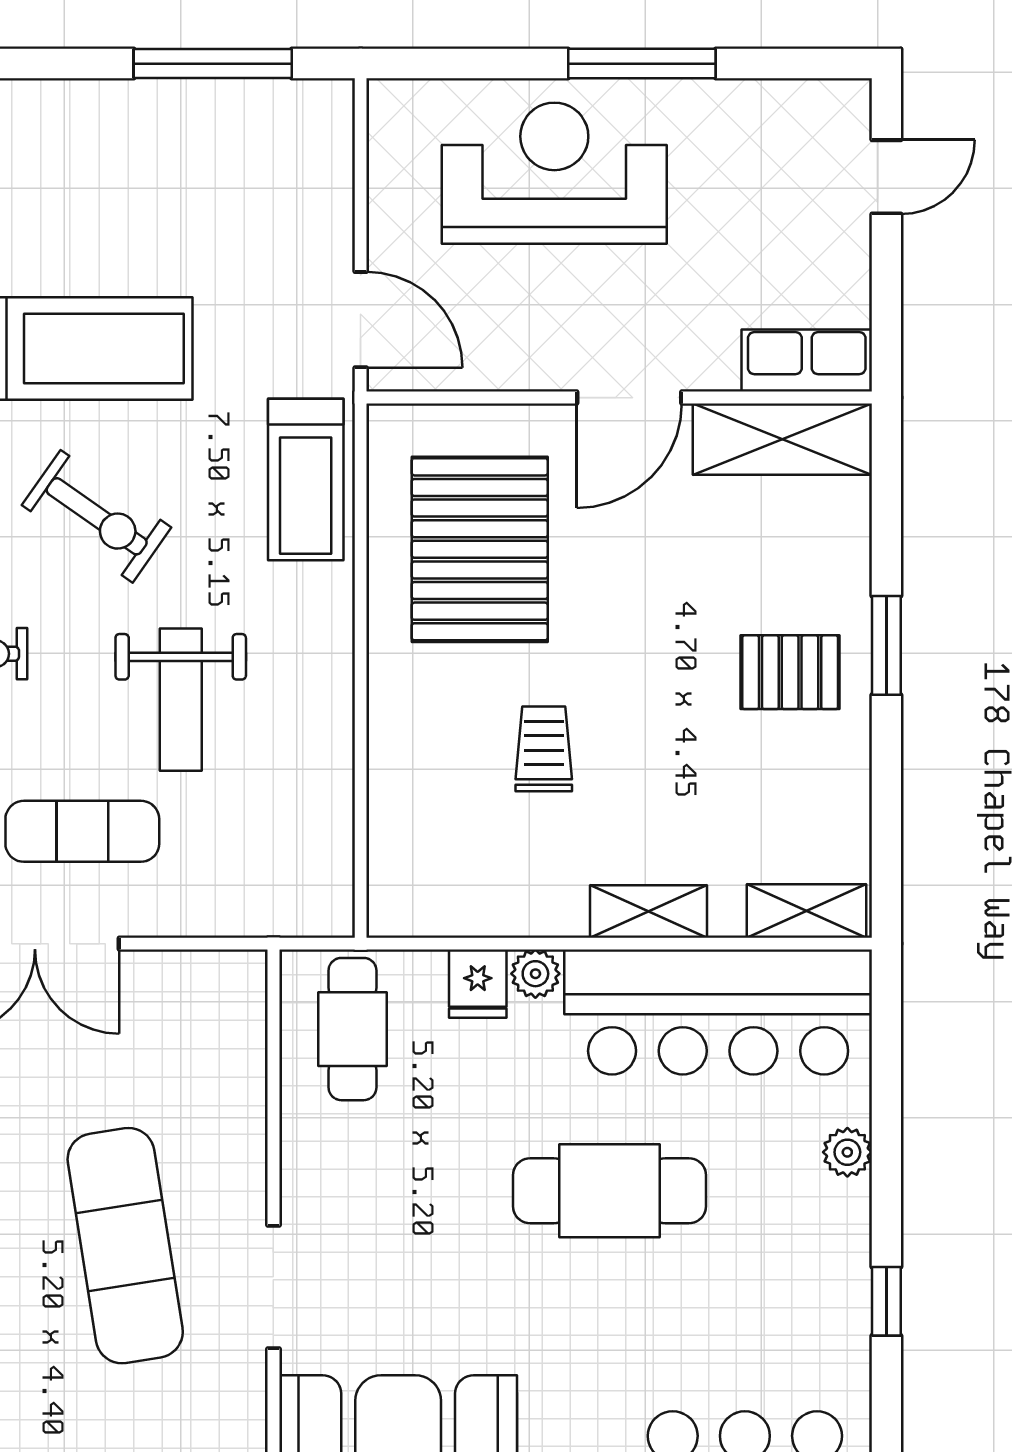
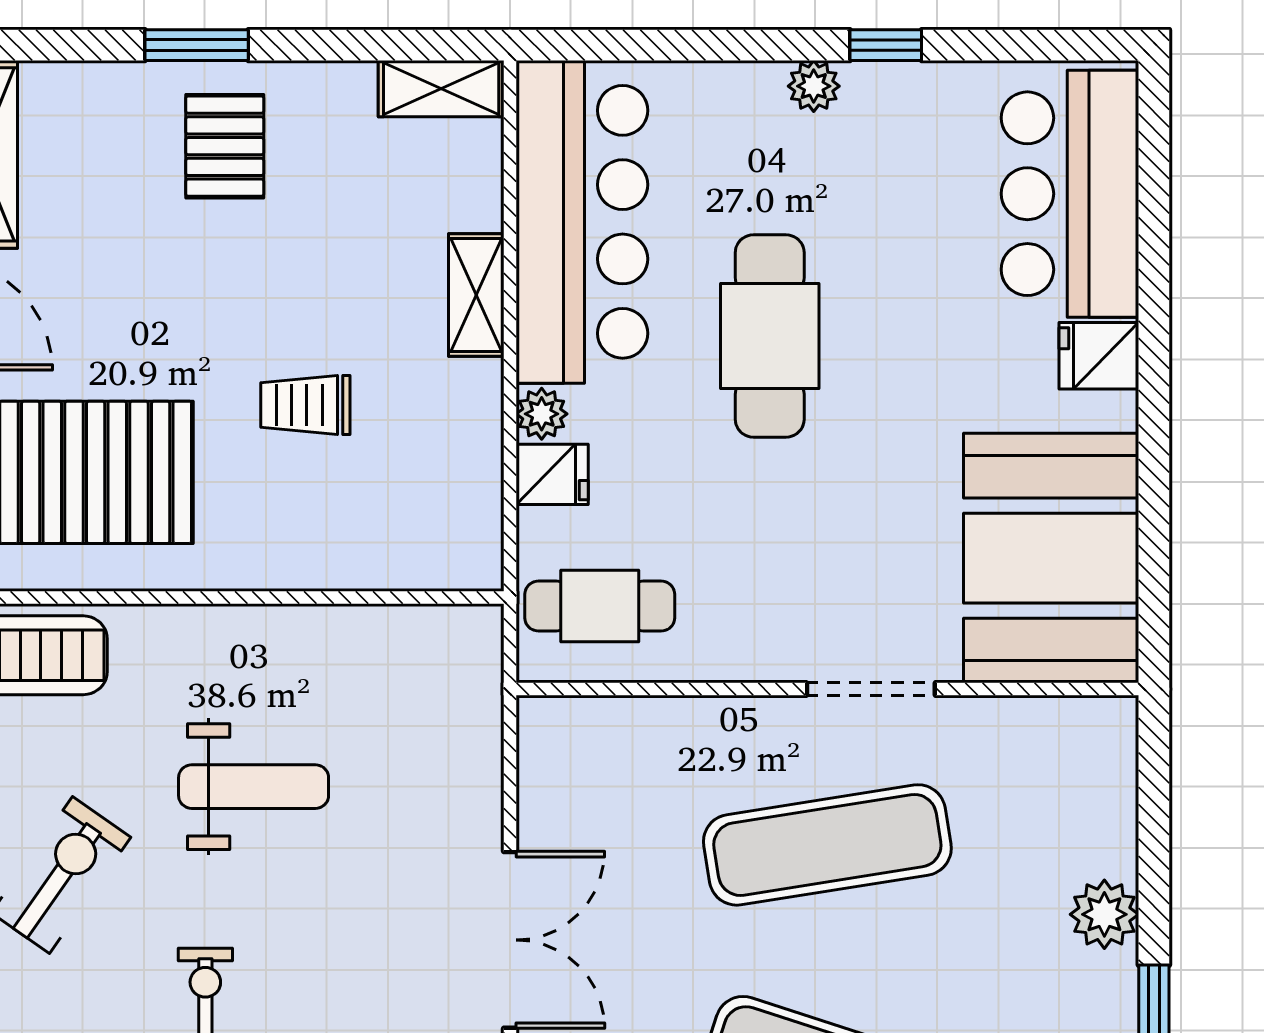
exercise mat: (82, 831) -> (392, 890), removed
shelving: (807, 911) -> (441, 89), moved, turned 90
plant: (847, 1152) -> (814, 86), moved

